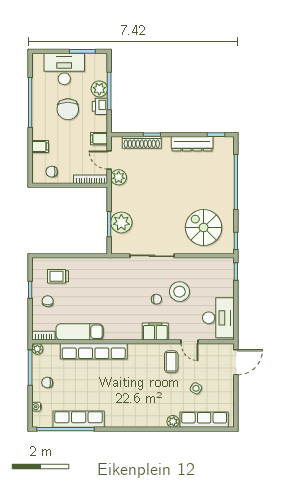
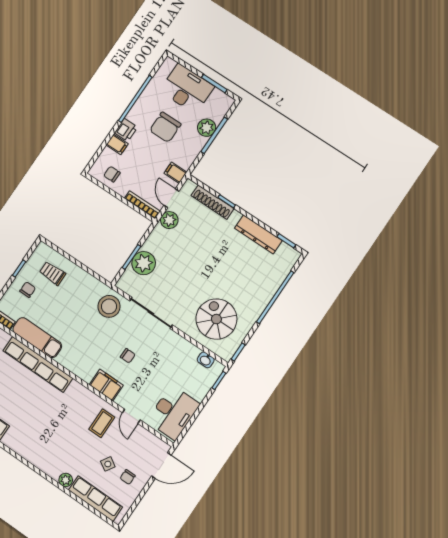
printer: (100, 106) -> (126, 130), moved, turned 180
washbasin: (216, 263) -> (206, 360), added
stool: (179, 292) -> (109, 306), moved
chair: (217, 388) -> (128, 477), added

